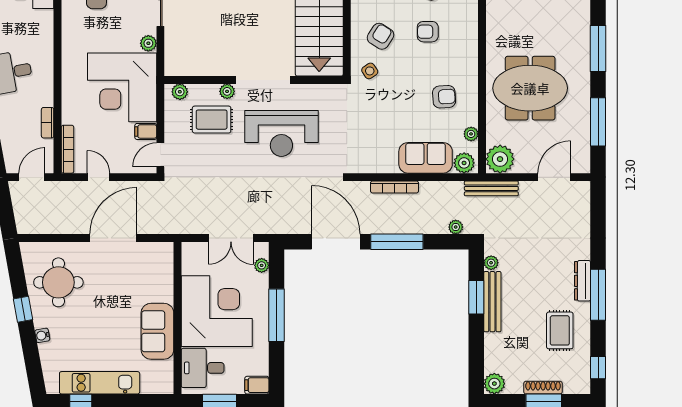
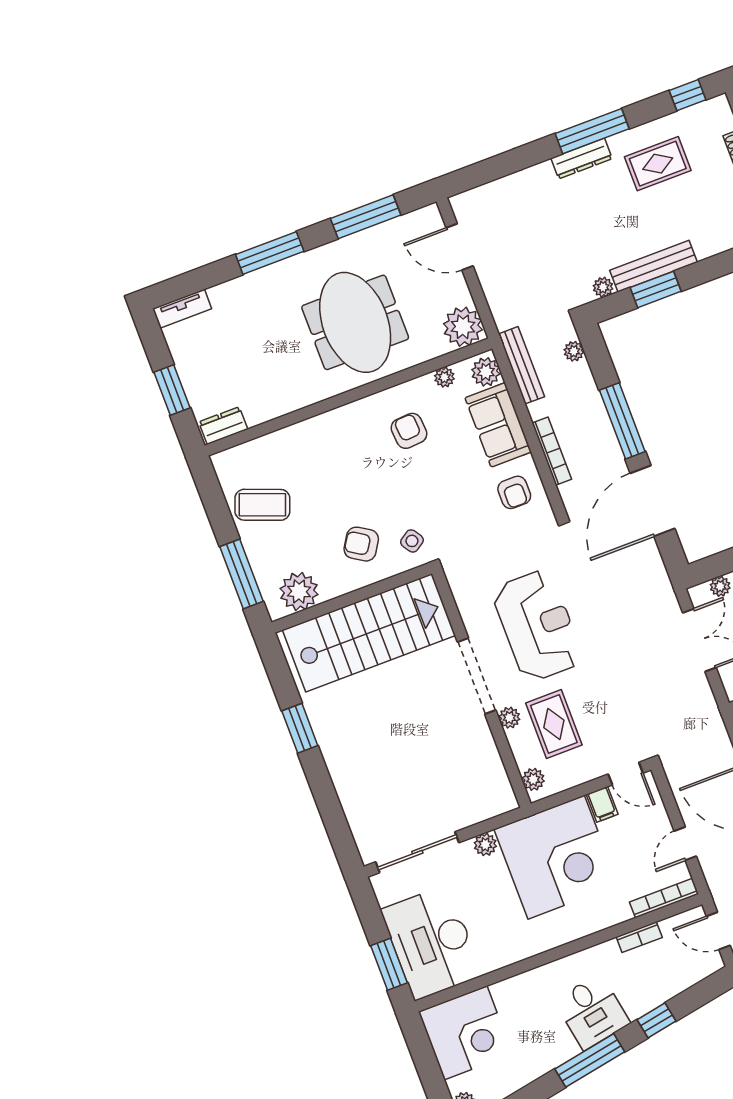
armchair: (428, 32) -> (514, 492), moved
bench: (491, 188) -> (521, 365), moved

